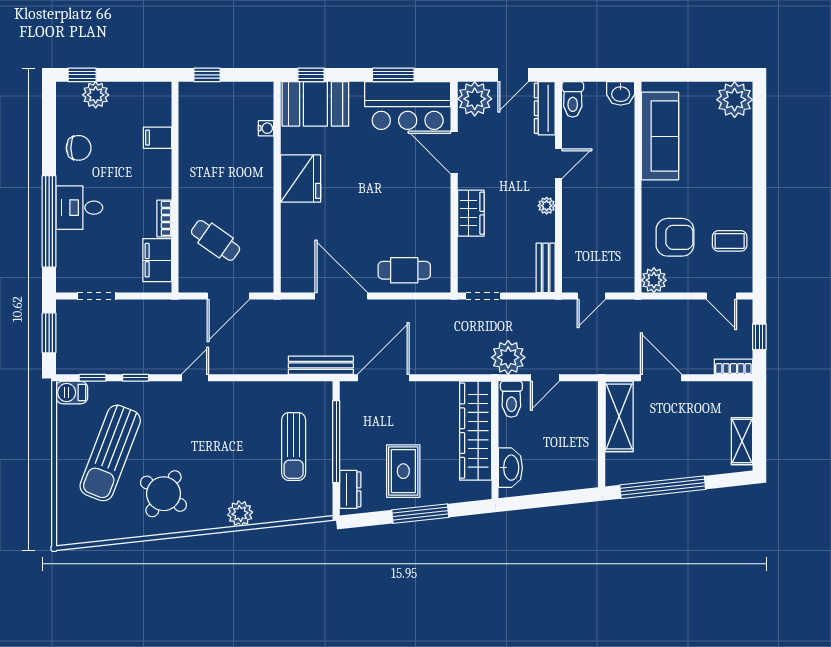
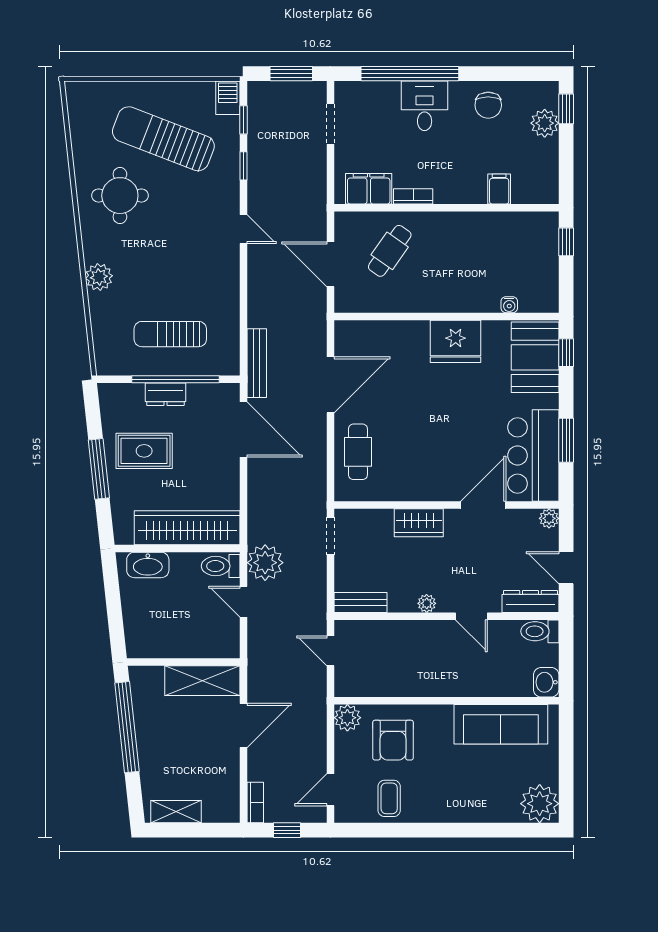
plant: (475, 99) -> (549, 518), width x0.53, depth x0.53
dresser: (350, 489) -> (165, 394), moved
round table: (163, 494) -> (120, 196), turned -34

